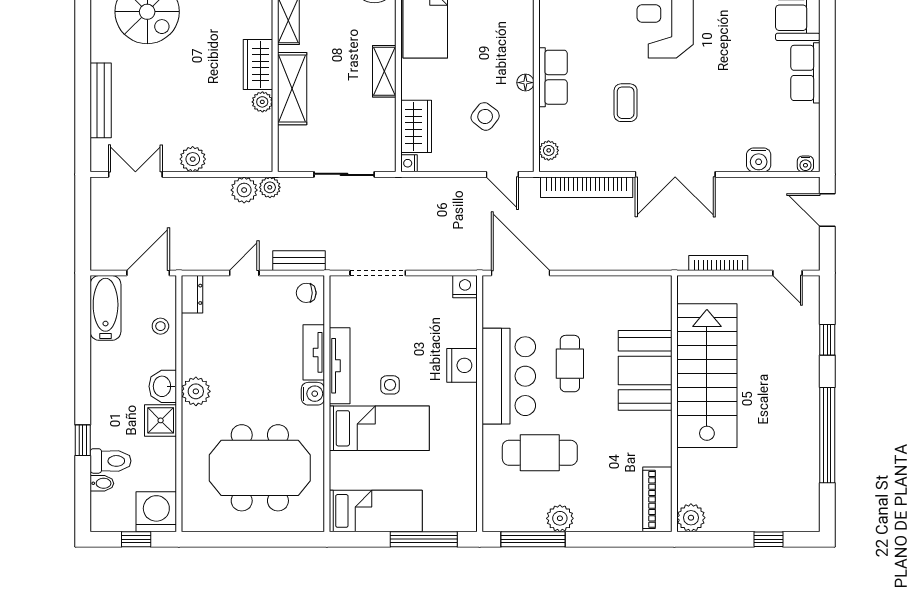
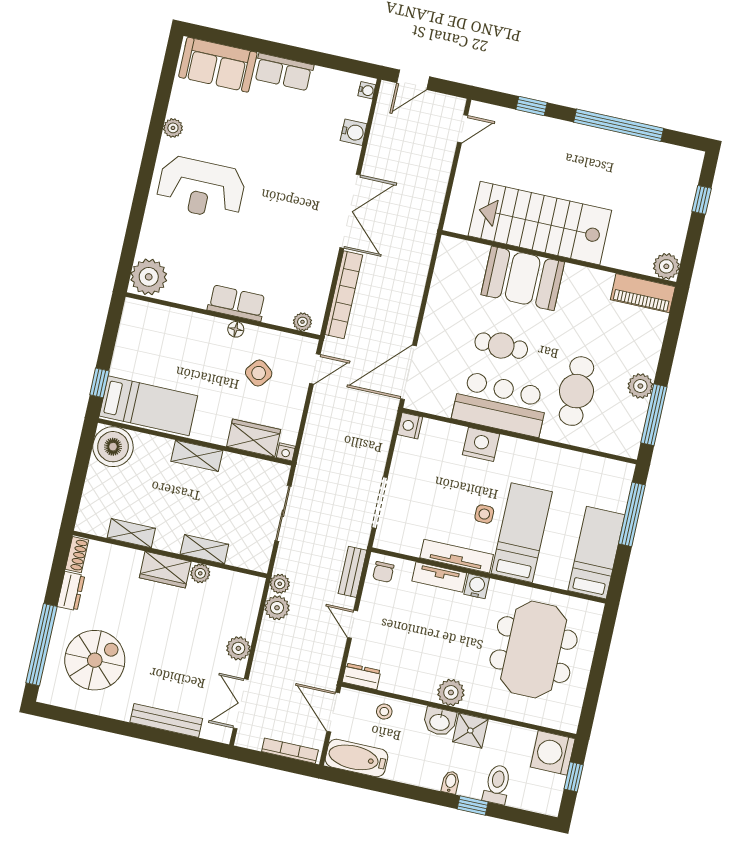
shelving: (292, 89) -> (204, 549), width x0.67, depth x0.75
coffee table: (626, 103) -> (275, 242), removed
bookcase: (718, 263) -> (290, 751), moved, turned 90
bidet: (102, 483) -> (450, 782), moved

